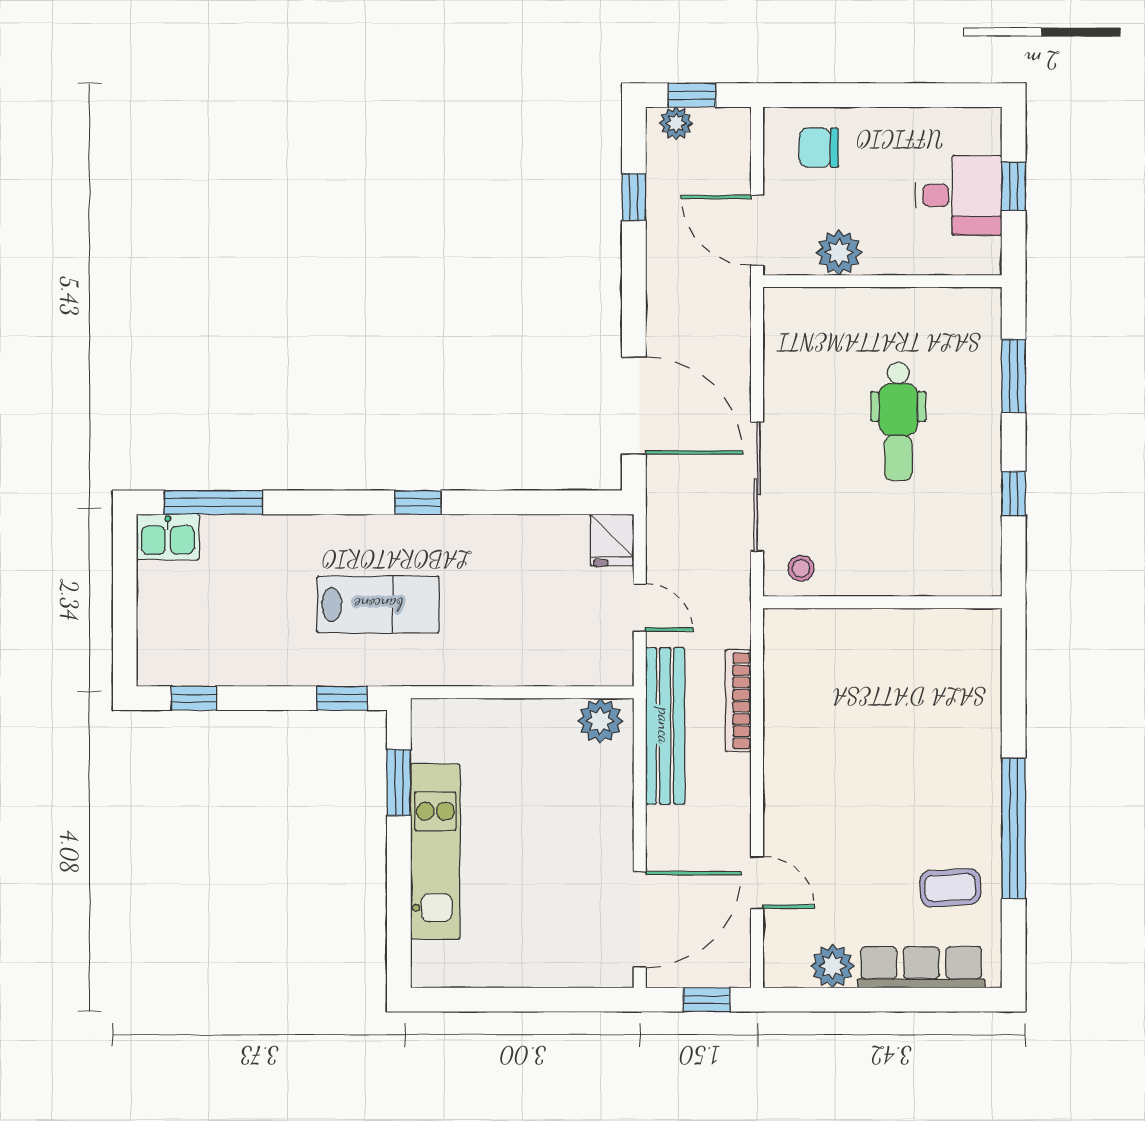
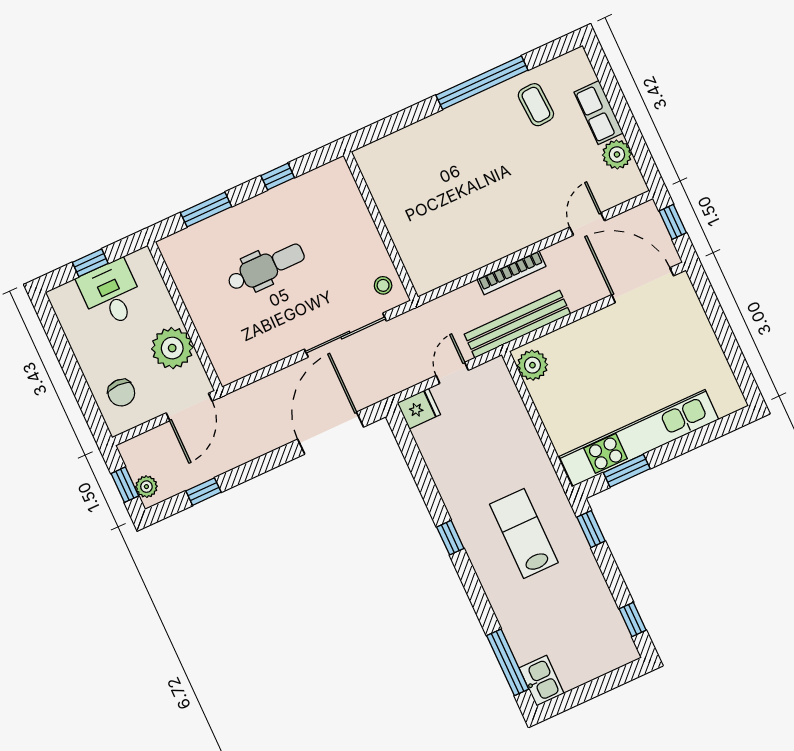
plant: (839, 253) -> (172, 348), width x1.36, depth x1.36
bookcase: (738, 701) -> (511, 273), moved
kitchen unit: (435, 852) -> (639, 438), width x1.36
row of seats: (921, 967) -> (599, 113), width x0.68

